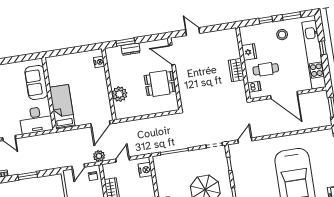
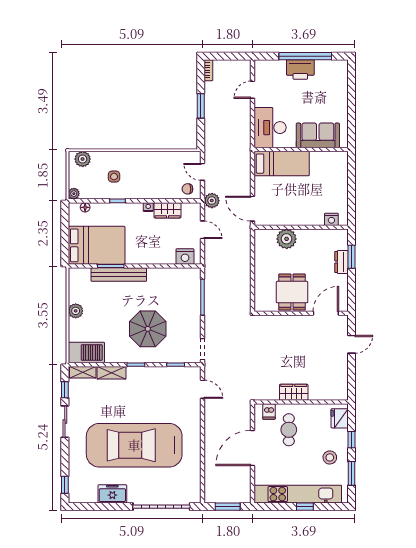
fridge: (249, 52) -> (340, 418), moved, turned 90

